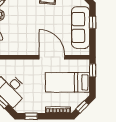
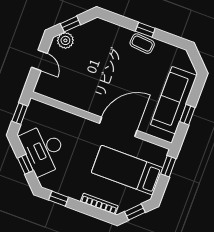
window: (93, 22) -> (187, 115), moved
door: (52, 57) -> (118, 127), hinge flipped

